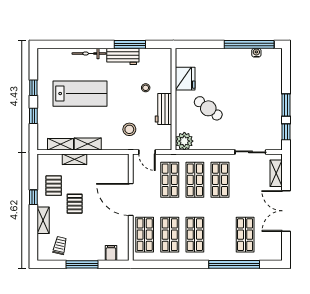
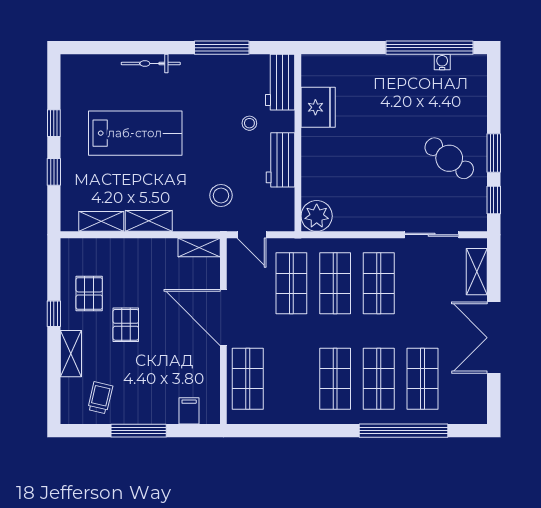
workbench: (123, 56) -> (280, 82), moved, turned 90
cafe table: (208, 108) -> (449, 158), moved
shelving: (75, 159) -> (199, 247), moved
shop shelf: (170, 235) -> (379, 379), moved

